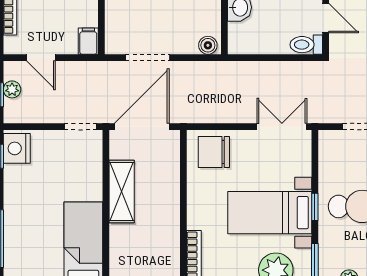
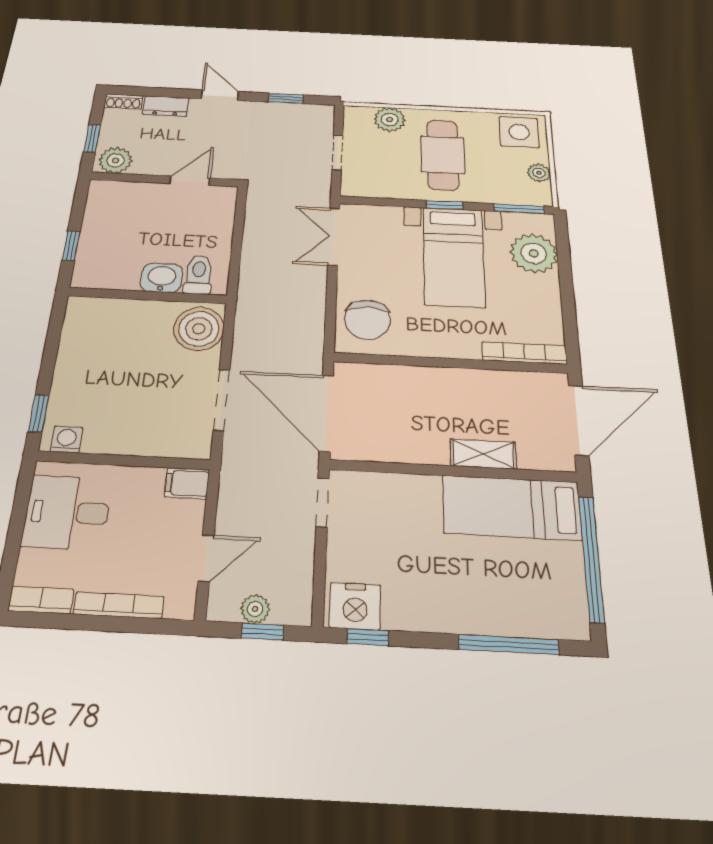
boiler: (208, 45) -> (199, 329), width x1.86, depth x1.86
toilet: (306, 45) -> (199, 275), moved, turned 180
shelving: (122, 191) -> (483, 454), moved, width x0.67, depth x0.75

